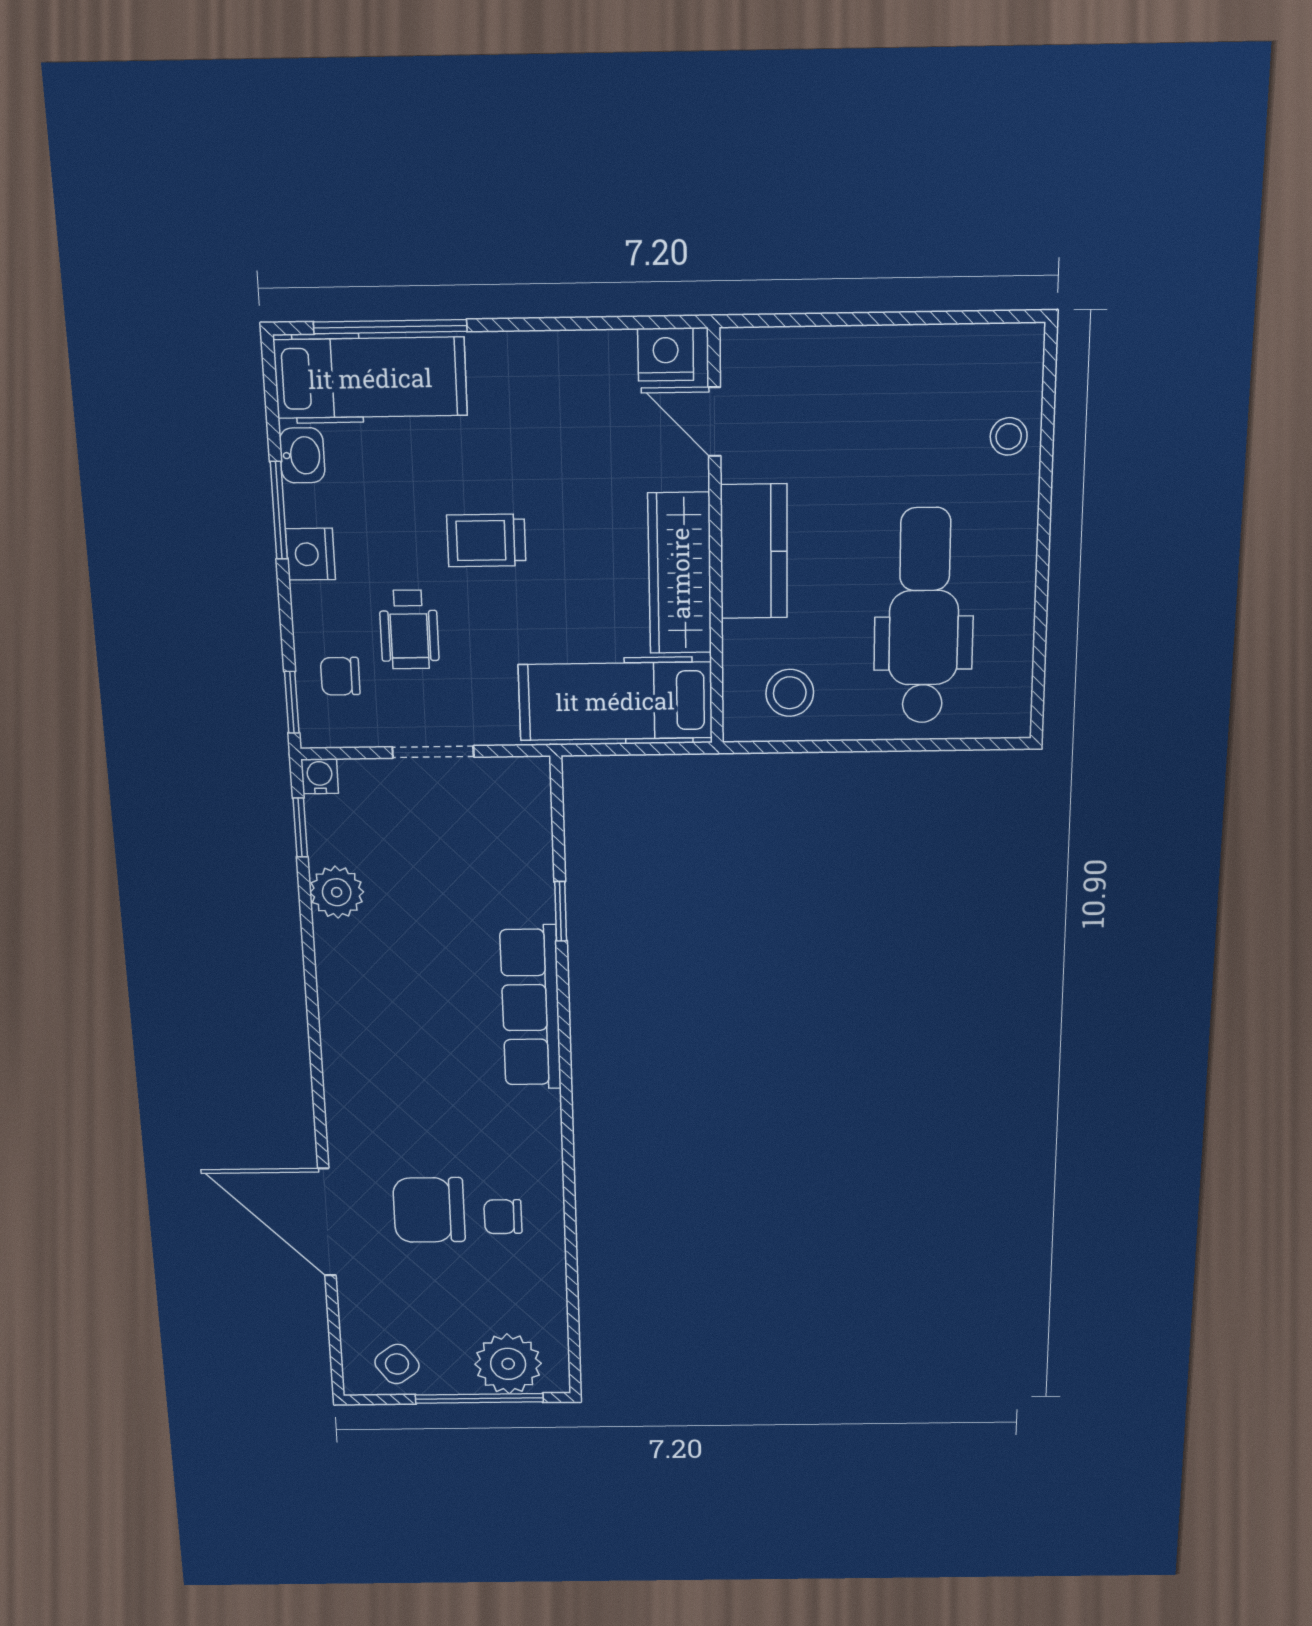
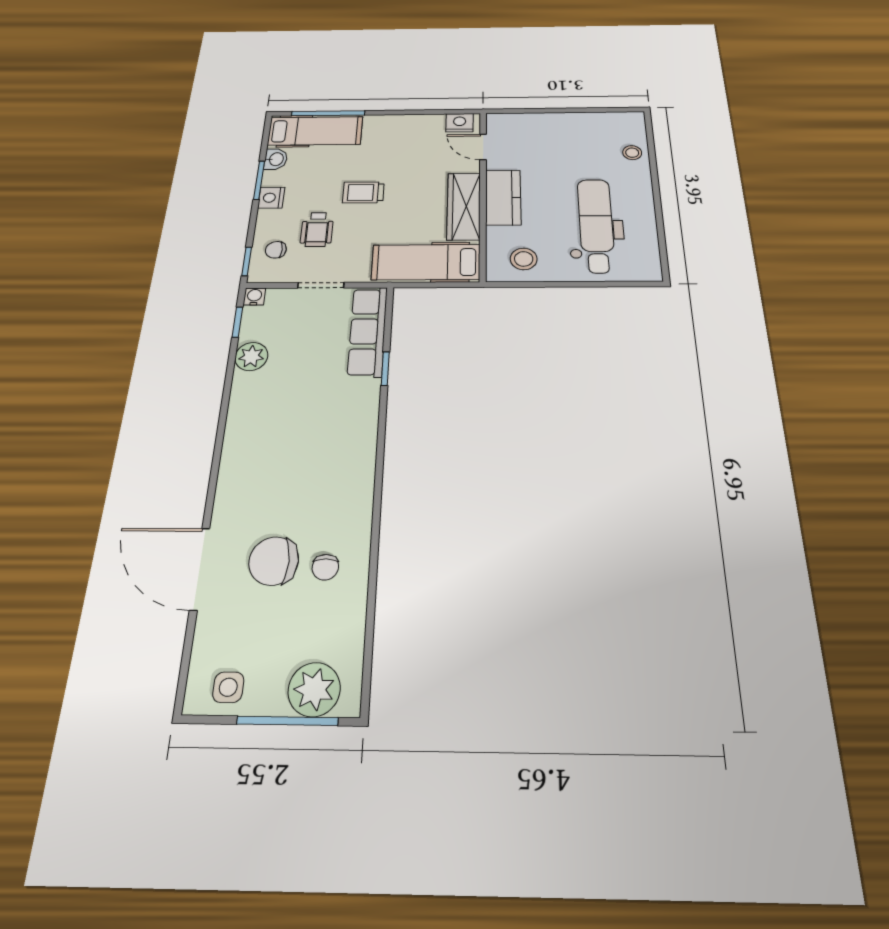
row of seats: (531, 1008) -> (368, 331), moved
chair: (503, 1217) -> (325, 567), turned -90
side table: (397, 1364) -> (228, 687), turned 36

